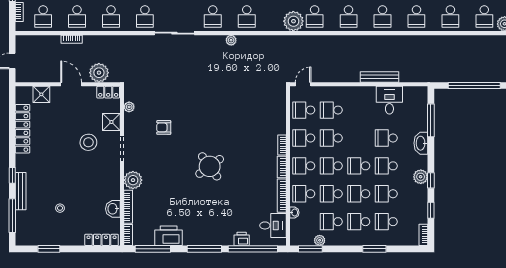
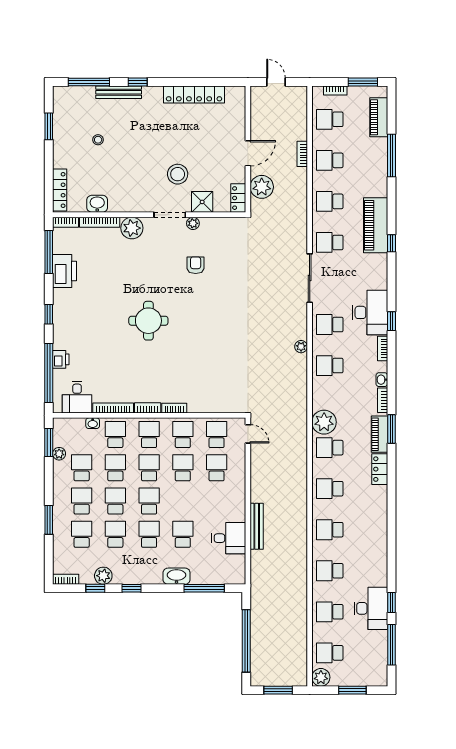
shower: (41, 94) -> (236, 117), removed
plant: (129, 107) -> (193, 223), moved
round table: (210, 166) -> (148, 321), turned 36
plant: (421, 177) -> (103, 576), moved
window: (204, 249) -> (49, 314), width x0.46

